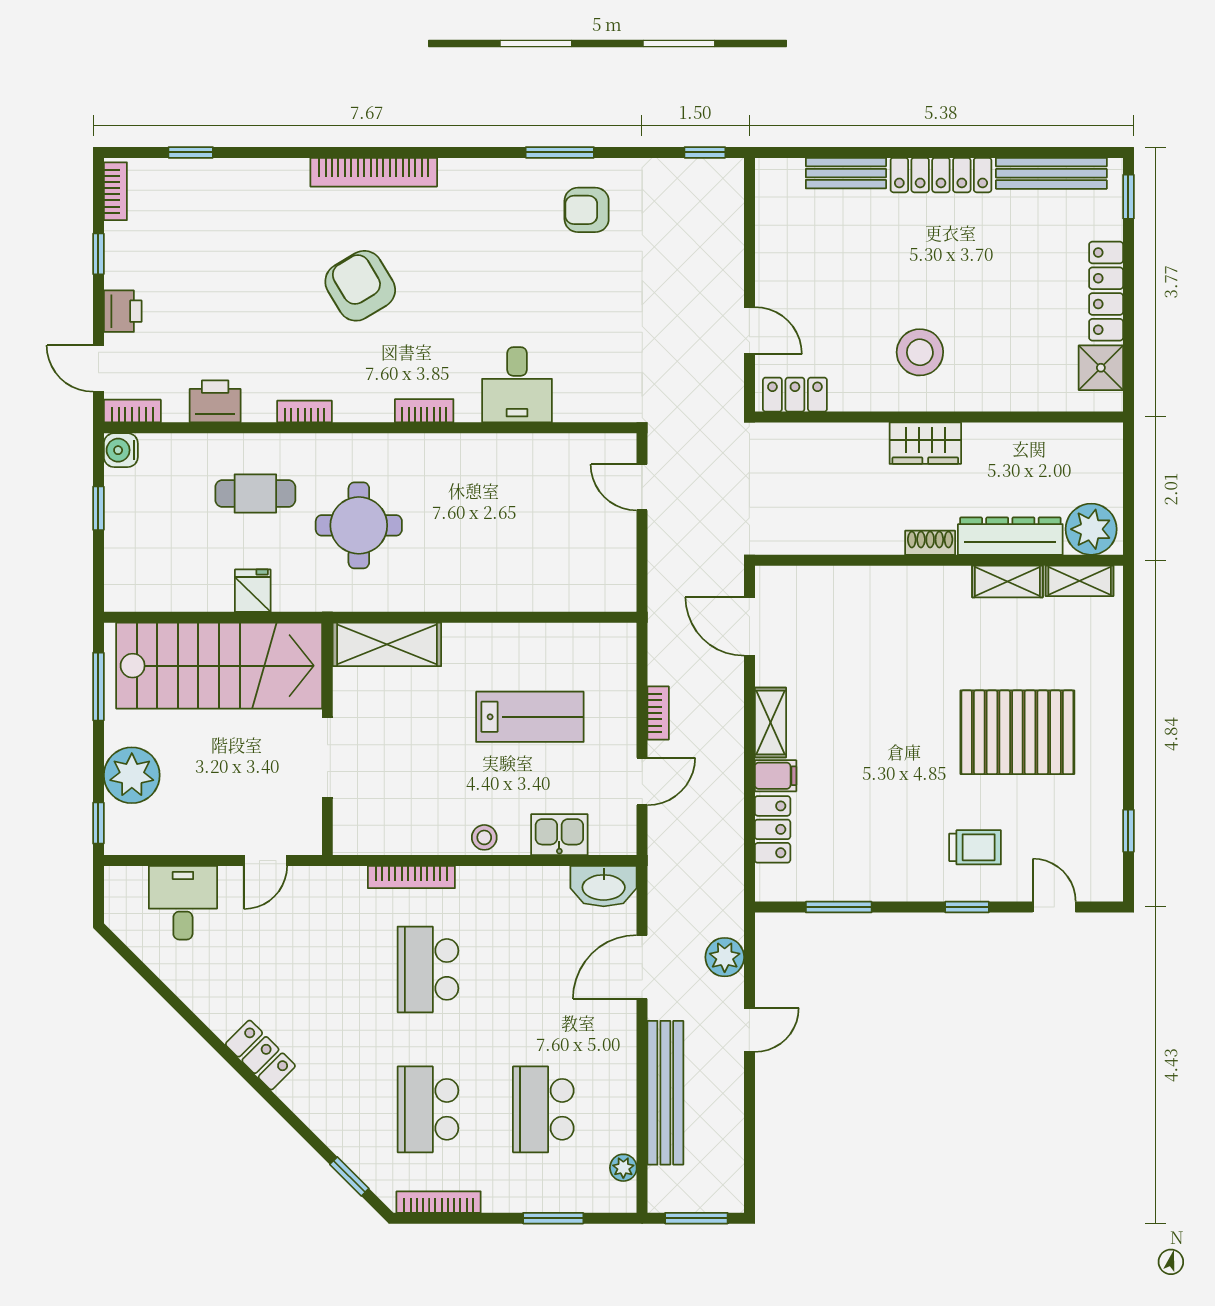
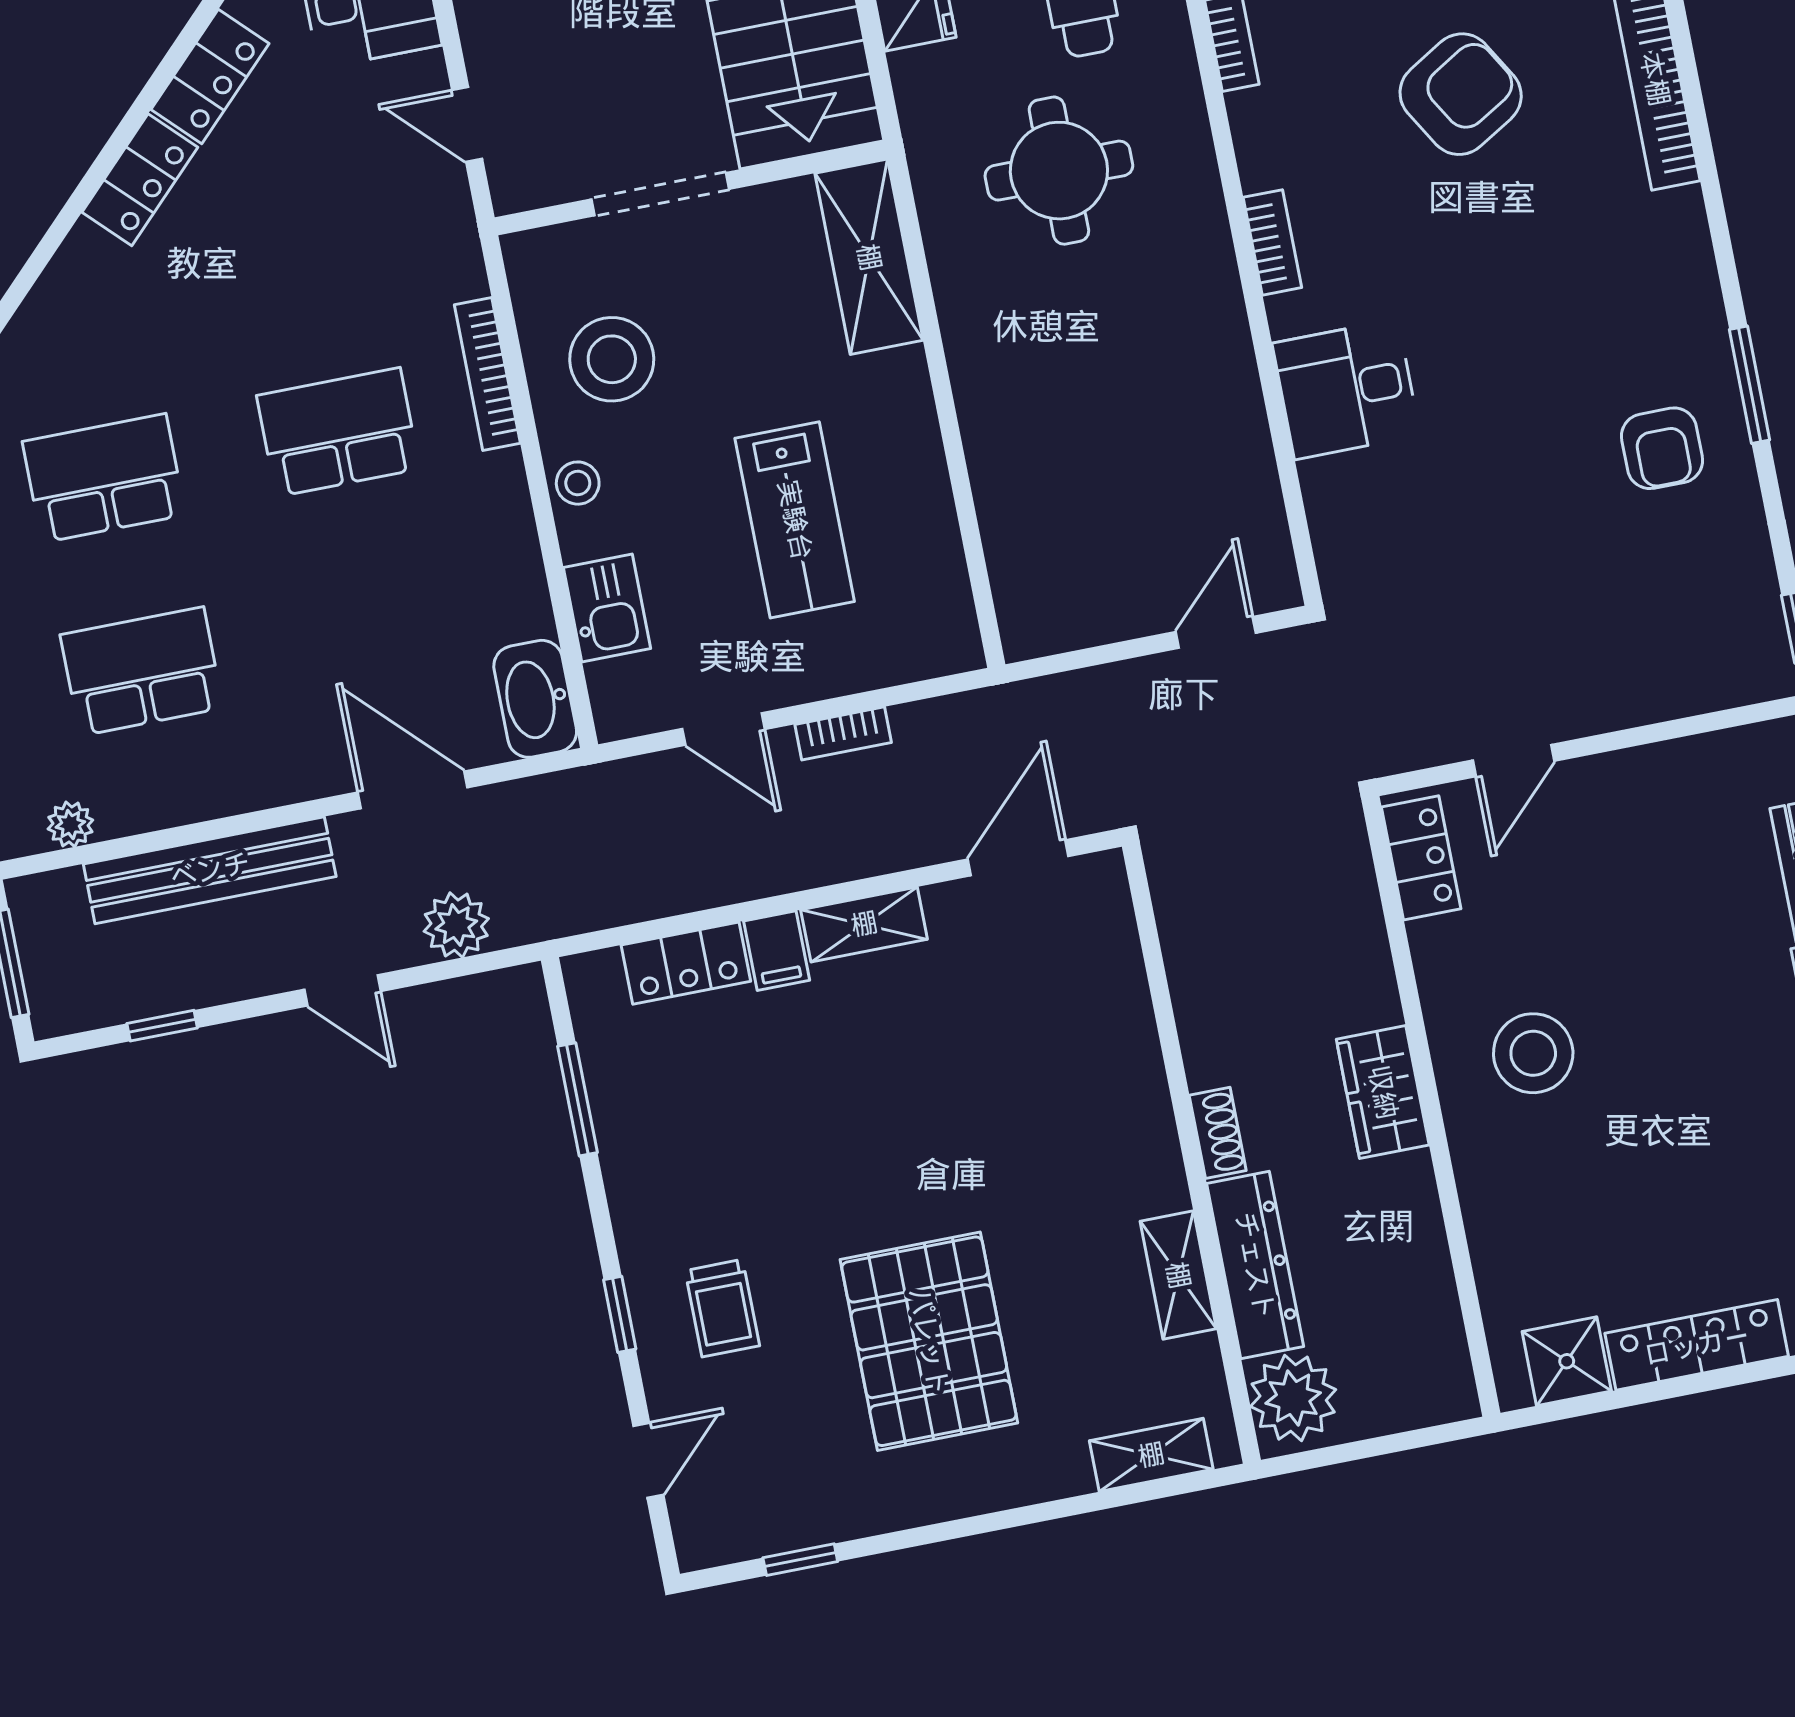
armchair: (587, 210) -> (1662, 448), turned 180
shelving: (1080, 581) -> (1151, 1455), moved, turned 90
stool: (417, 804) -> (612, 359), added
locker: (209, 1003) -> (210, 77), added
window: (749, 1138) -> (162, 1026), added

